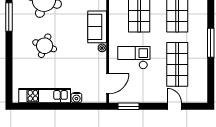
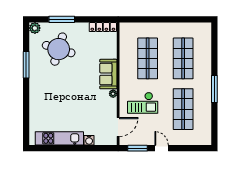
round table: (45, 46) -> (59, 92), removed
checkout: (134, 58) -> (143, 103), turned 180
door: (174, 106) -> (162, 148), moved

